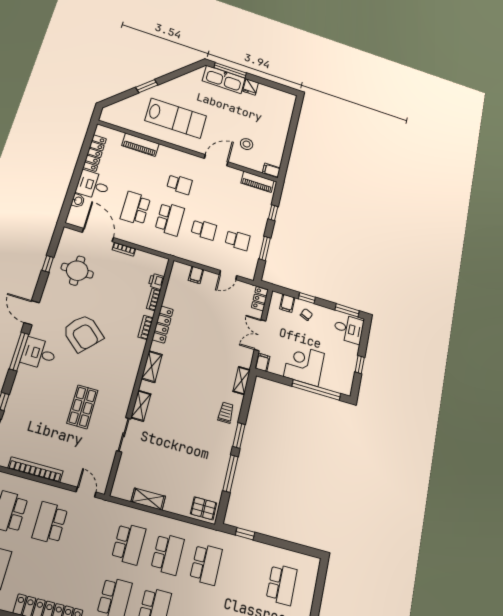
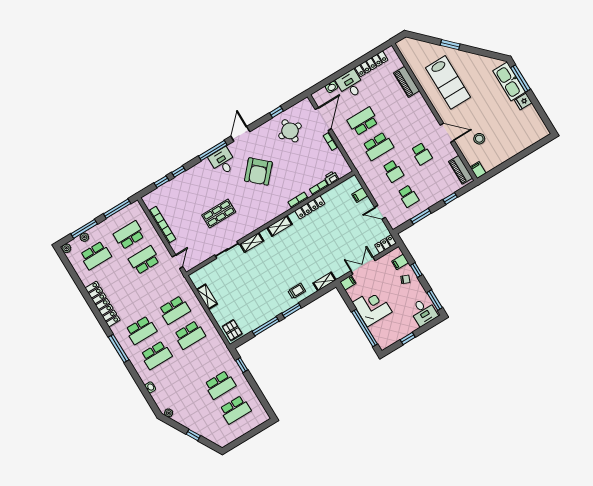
school desk: (179, 184) -> (422, 154), moved
school desk: (206, 564) -> (220, 385), moved

